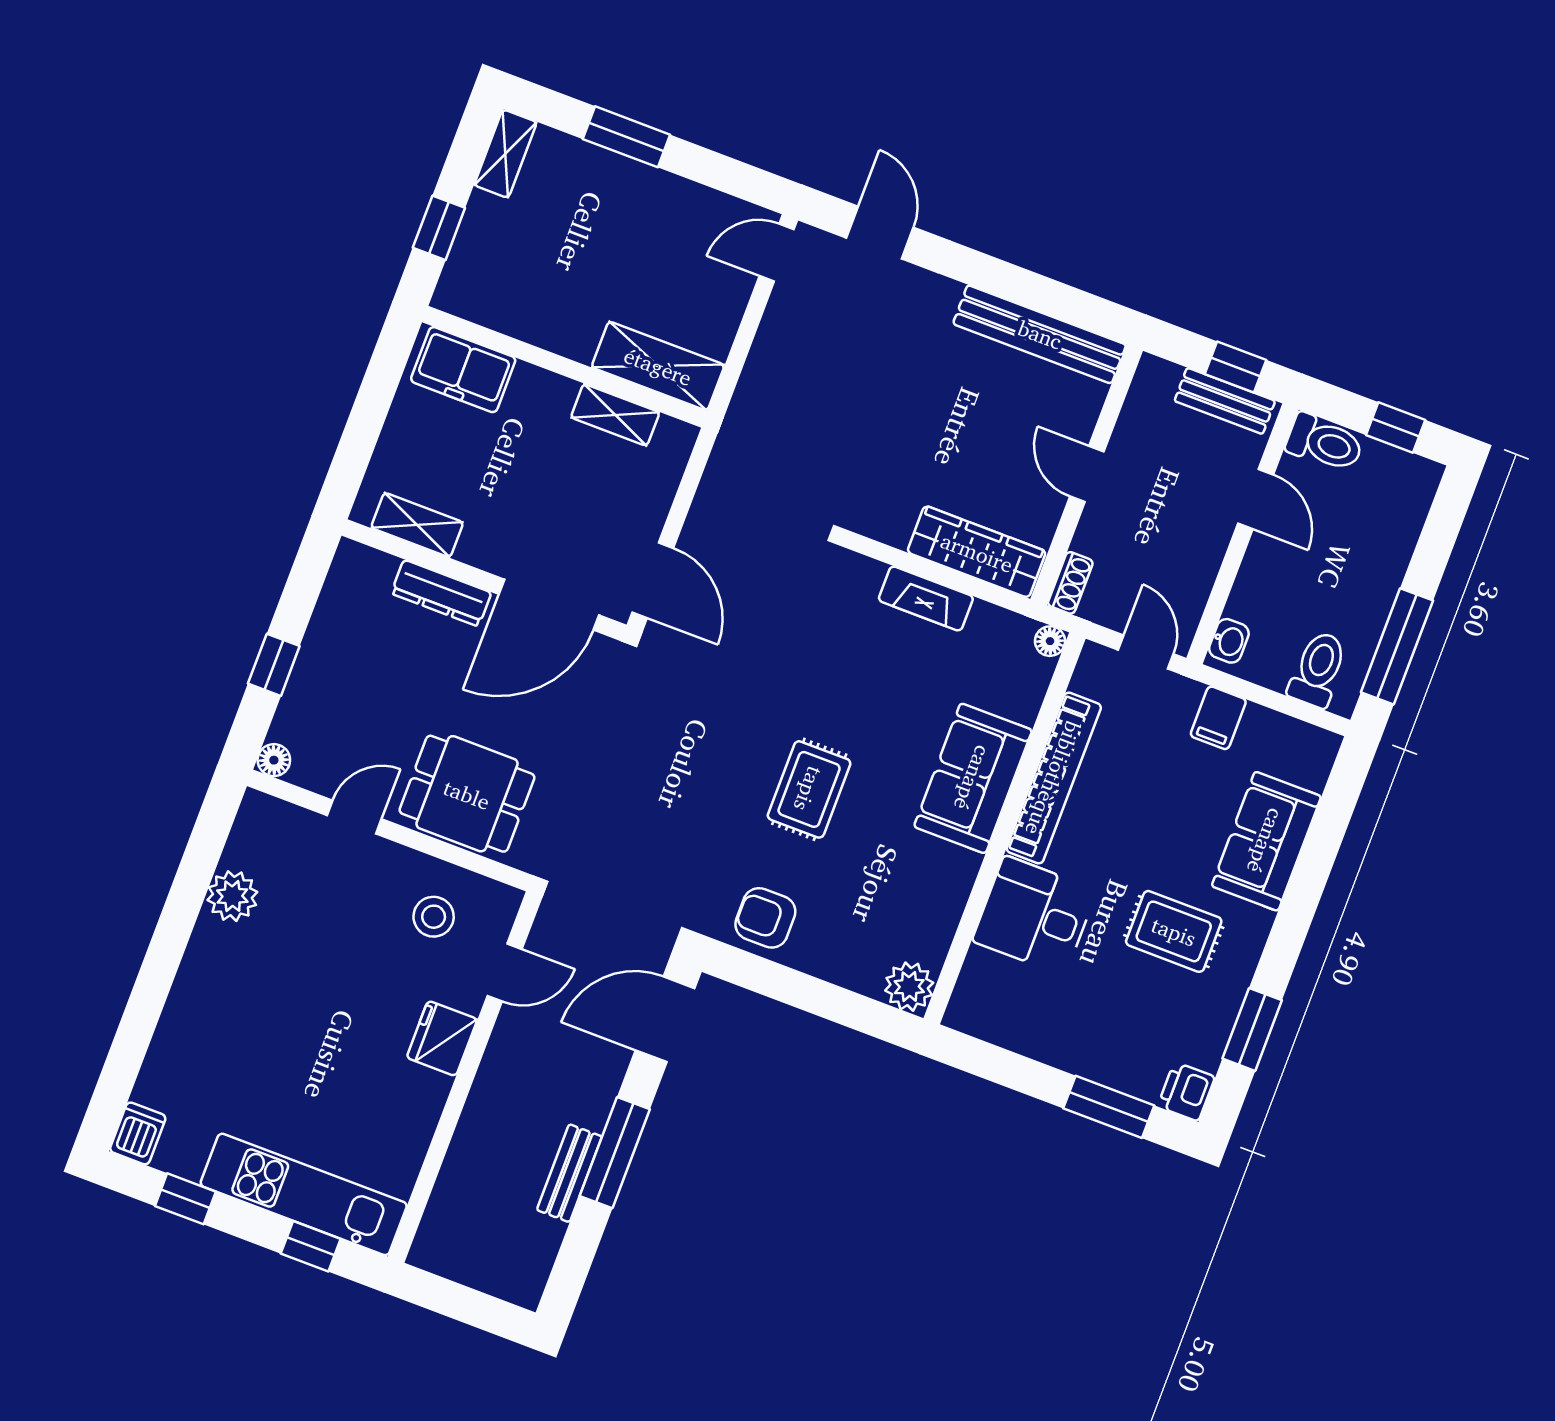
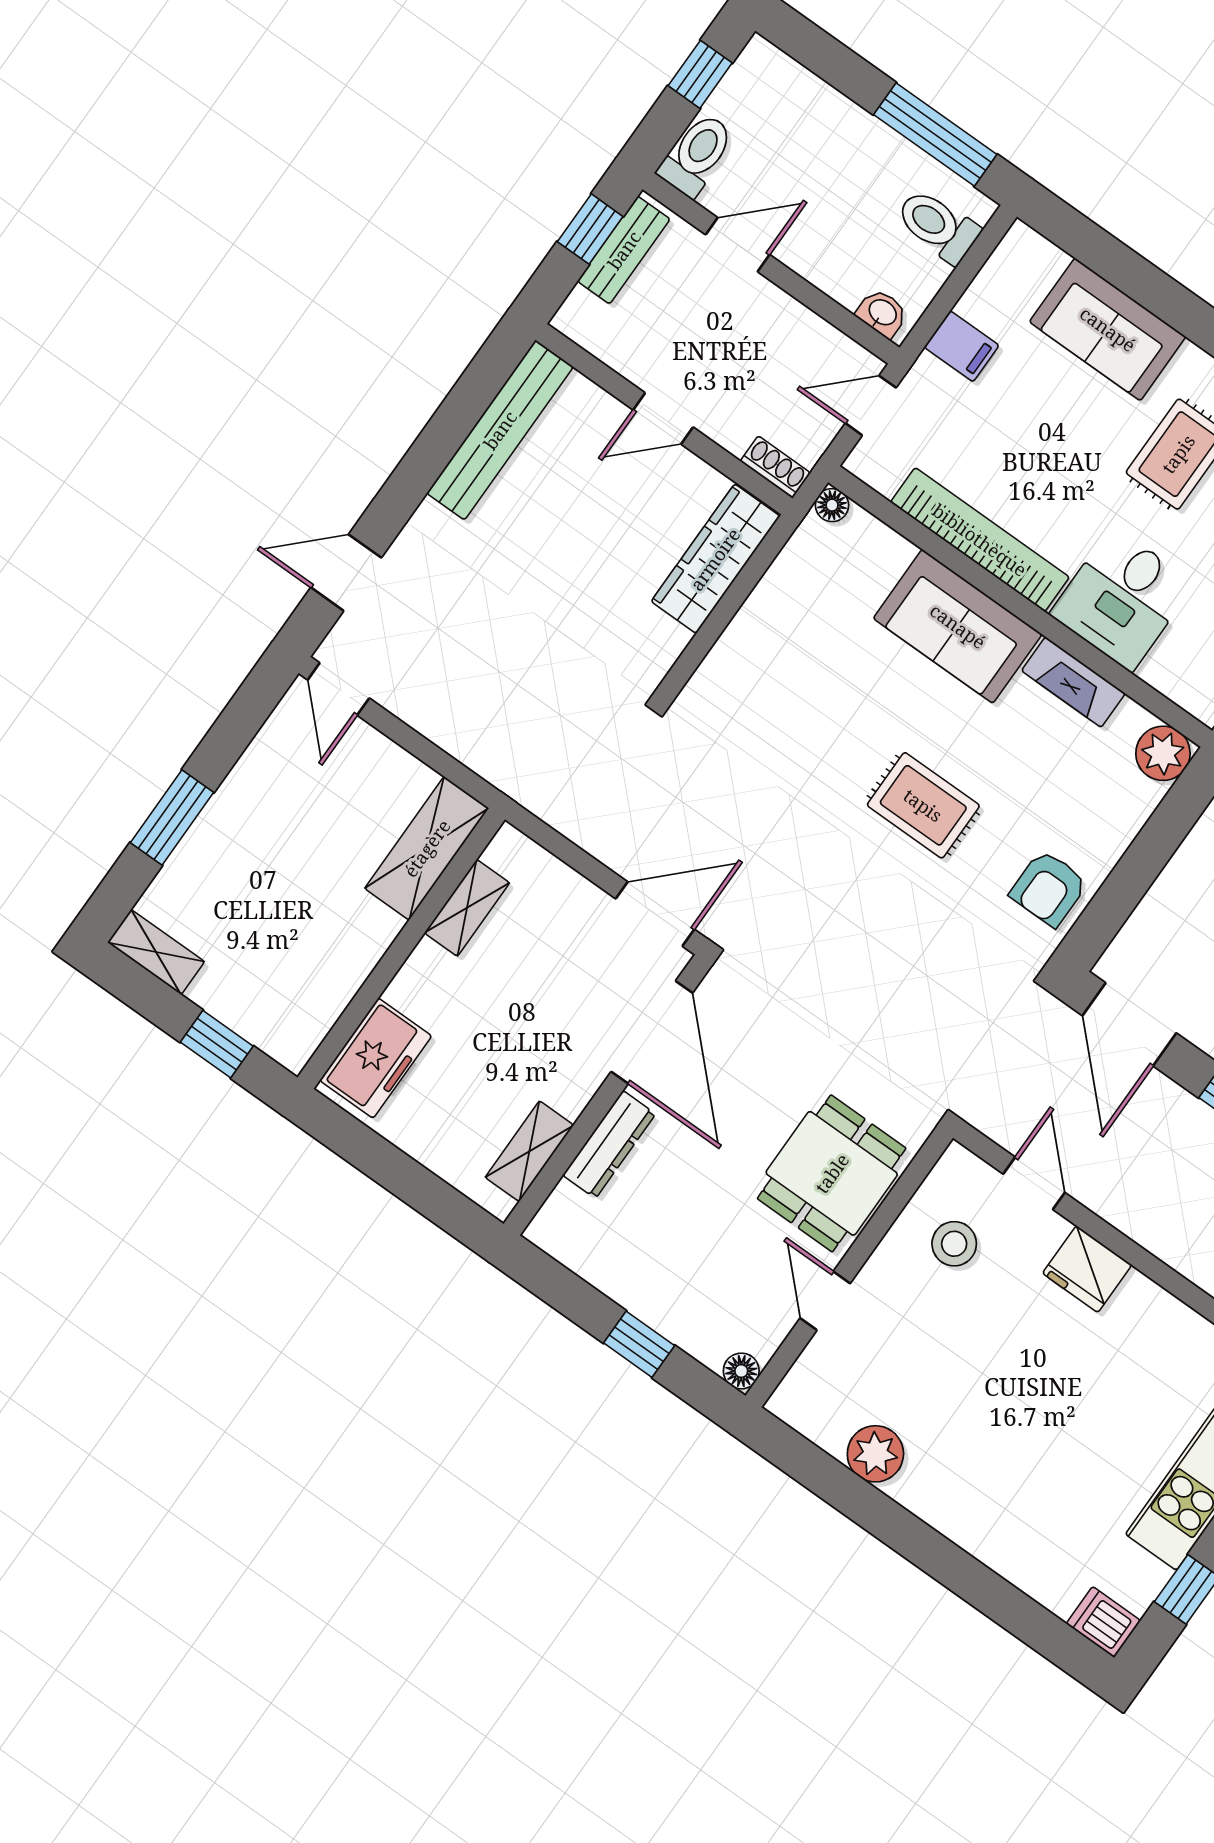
fireplace: (926, 598) -> (1073, 682), moved, turned 90

